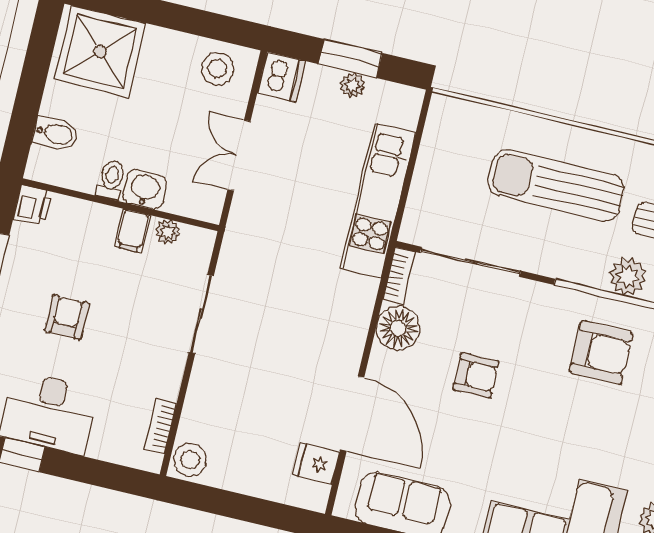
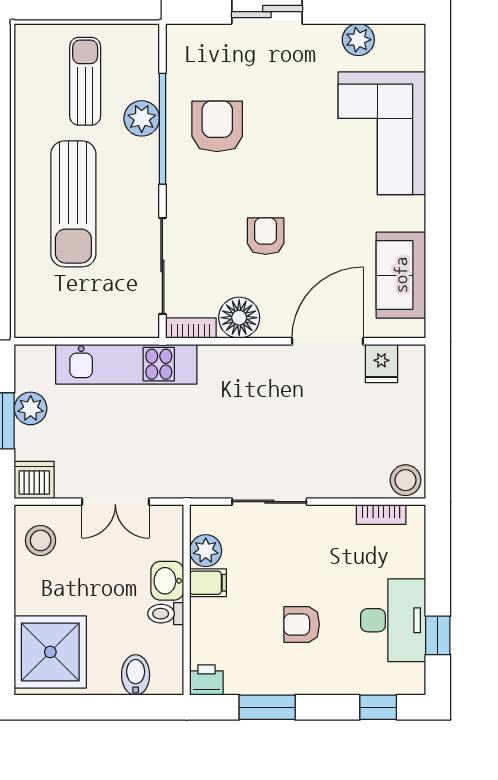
plant: (352, 85) -> (31, 408), width x1.38, depth x1.38
plant: (168, 232) -> (206, 551), width x1.38, depth x1.38

